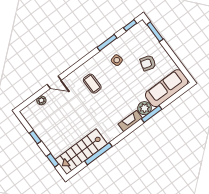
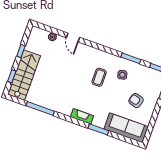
coffee table: (92, 84) -> (99, 77), moved
plant: (145, 108) -> (99, 121), removed
stairs: (81, 152) -> (24, 75), moved, turned 90

